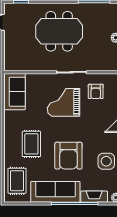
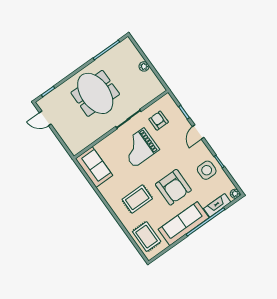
meeting table: (59, 31) -> (95, 93), turned 90
armchair: (96, 91) -> (159, 121), turned 180
rug: (31, 144) -> (137, 199), turned 90

